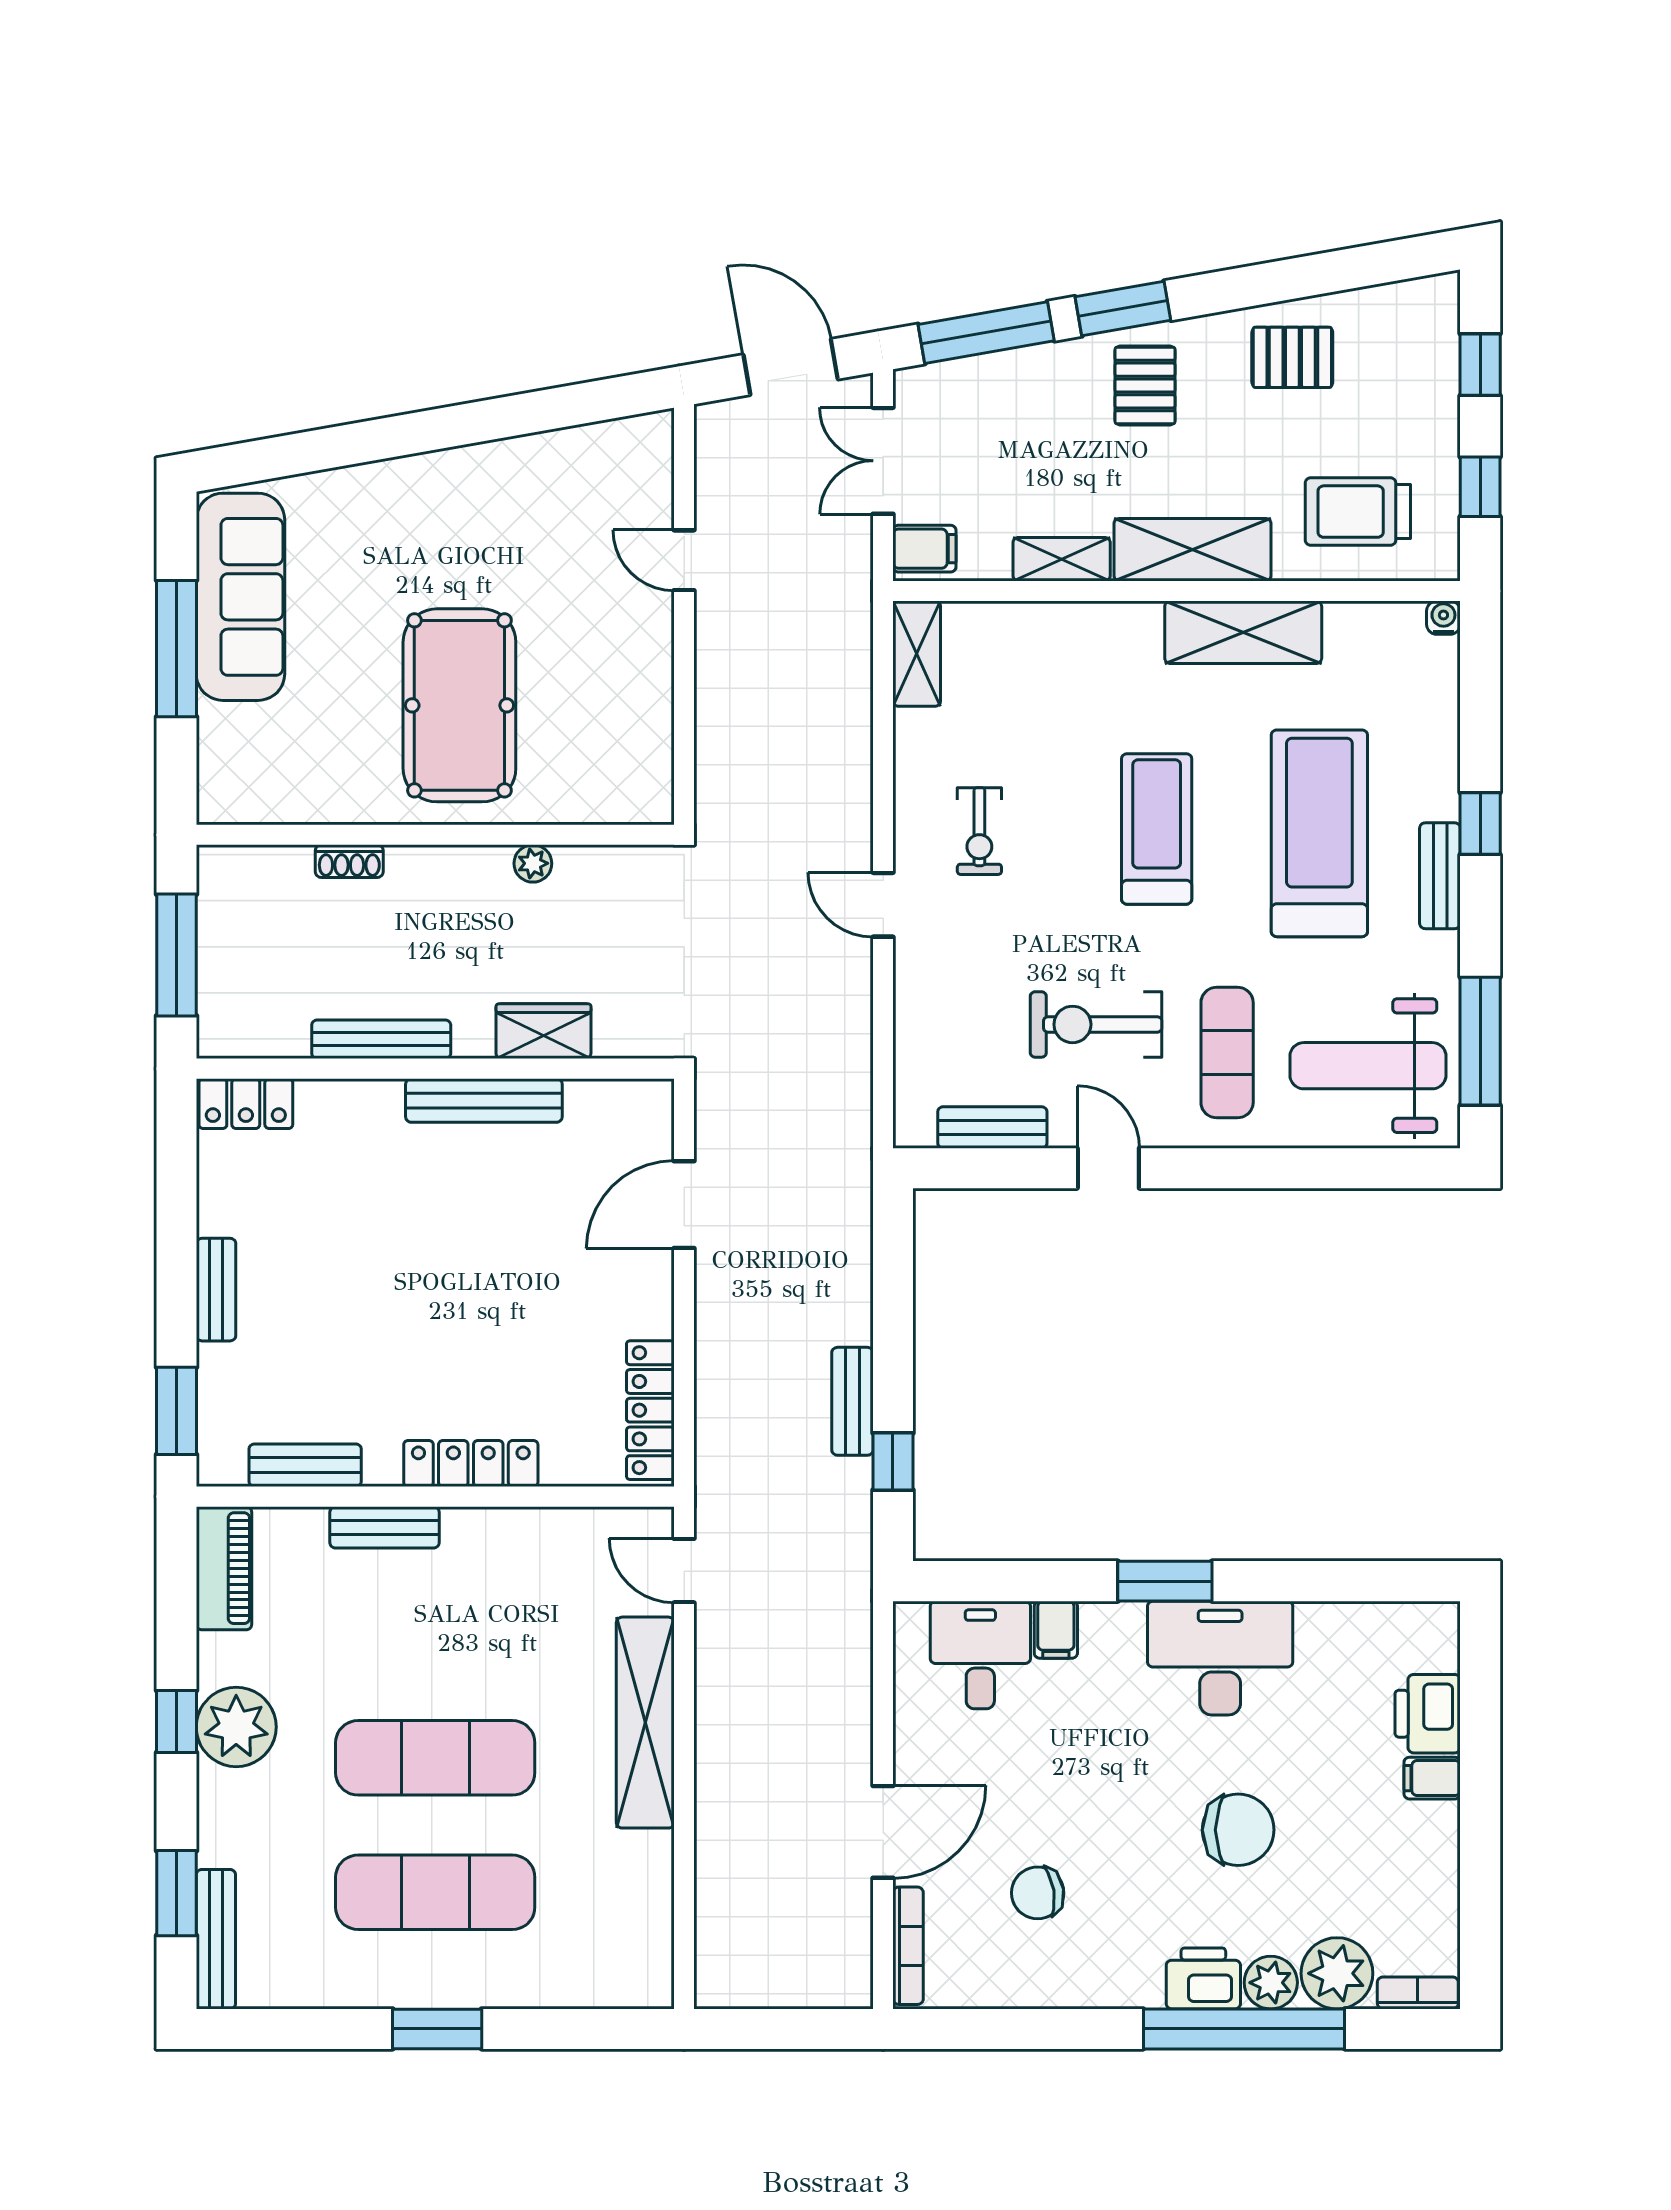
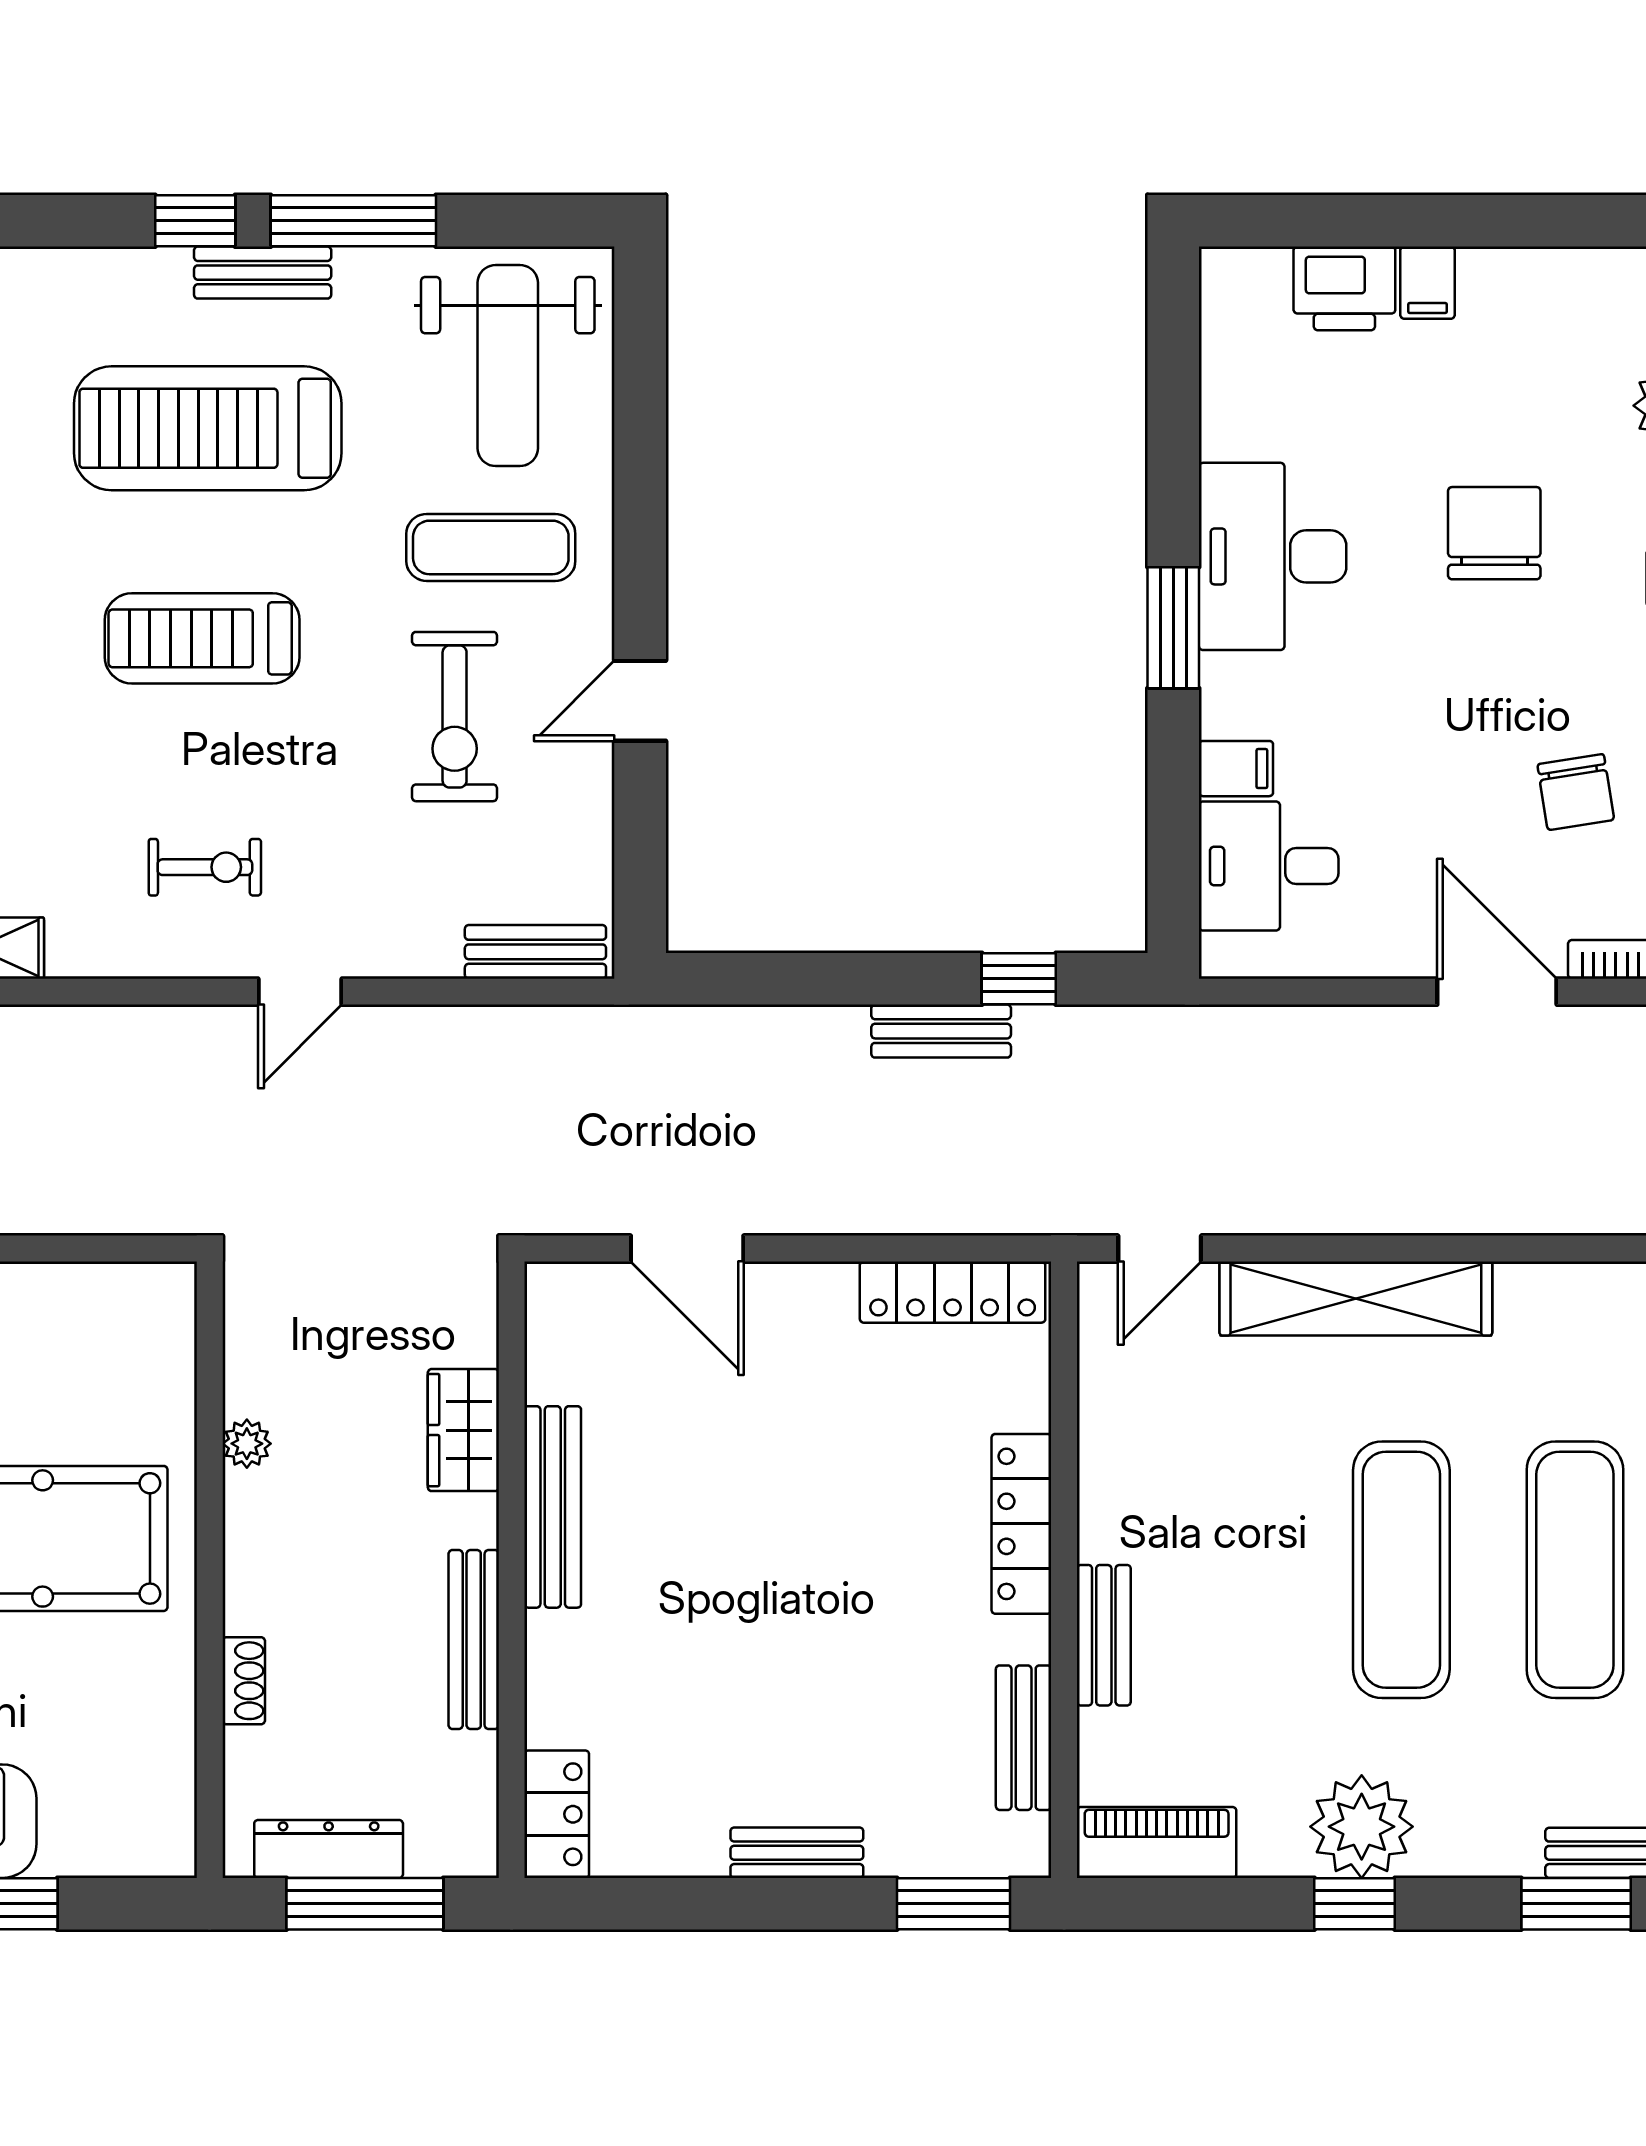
dresser: (219, 927) -> (329, 1849), added
window: (1480, 1041) -> (353, 221), moved
bench: (992, 1127) -> (535, 952), moved, turned 90

